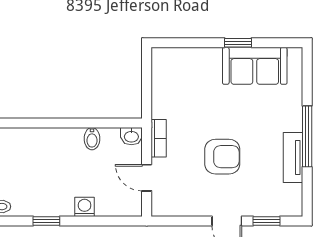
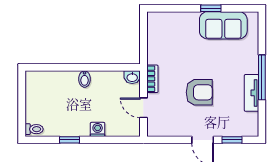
bidet: (92, 139) -> (85, 79), moved

